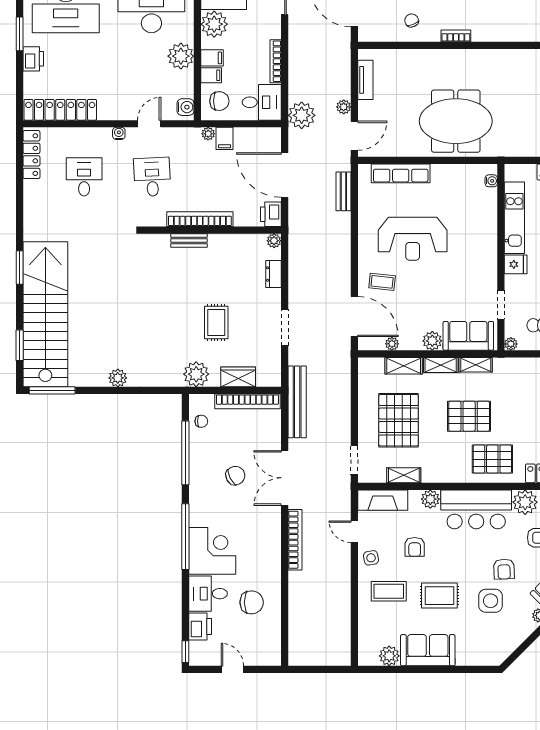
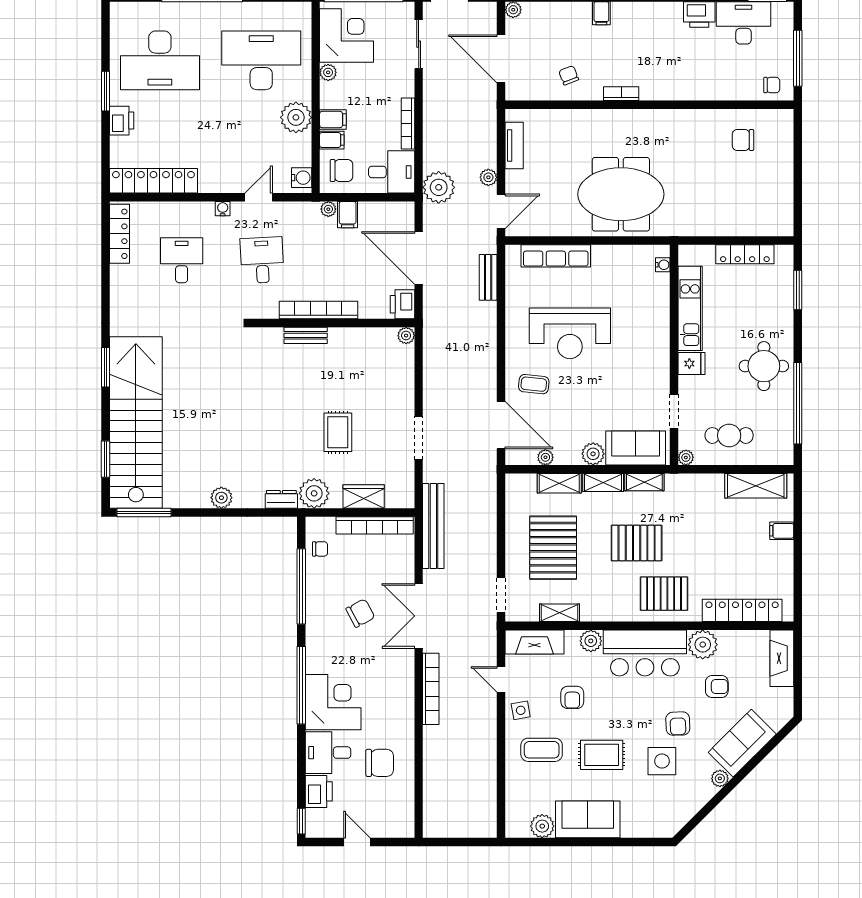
plant: (214, 24) -> (328, 72), width x0.53, depth x0.53
dresser: (274, 274) -> (281, 499), moved, turned 90

